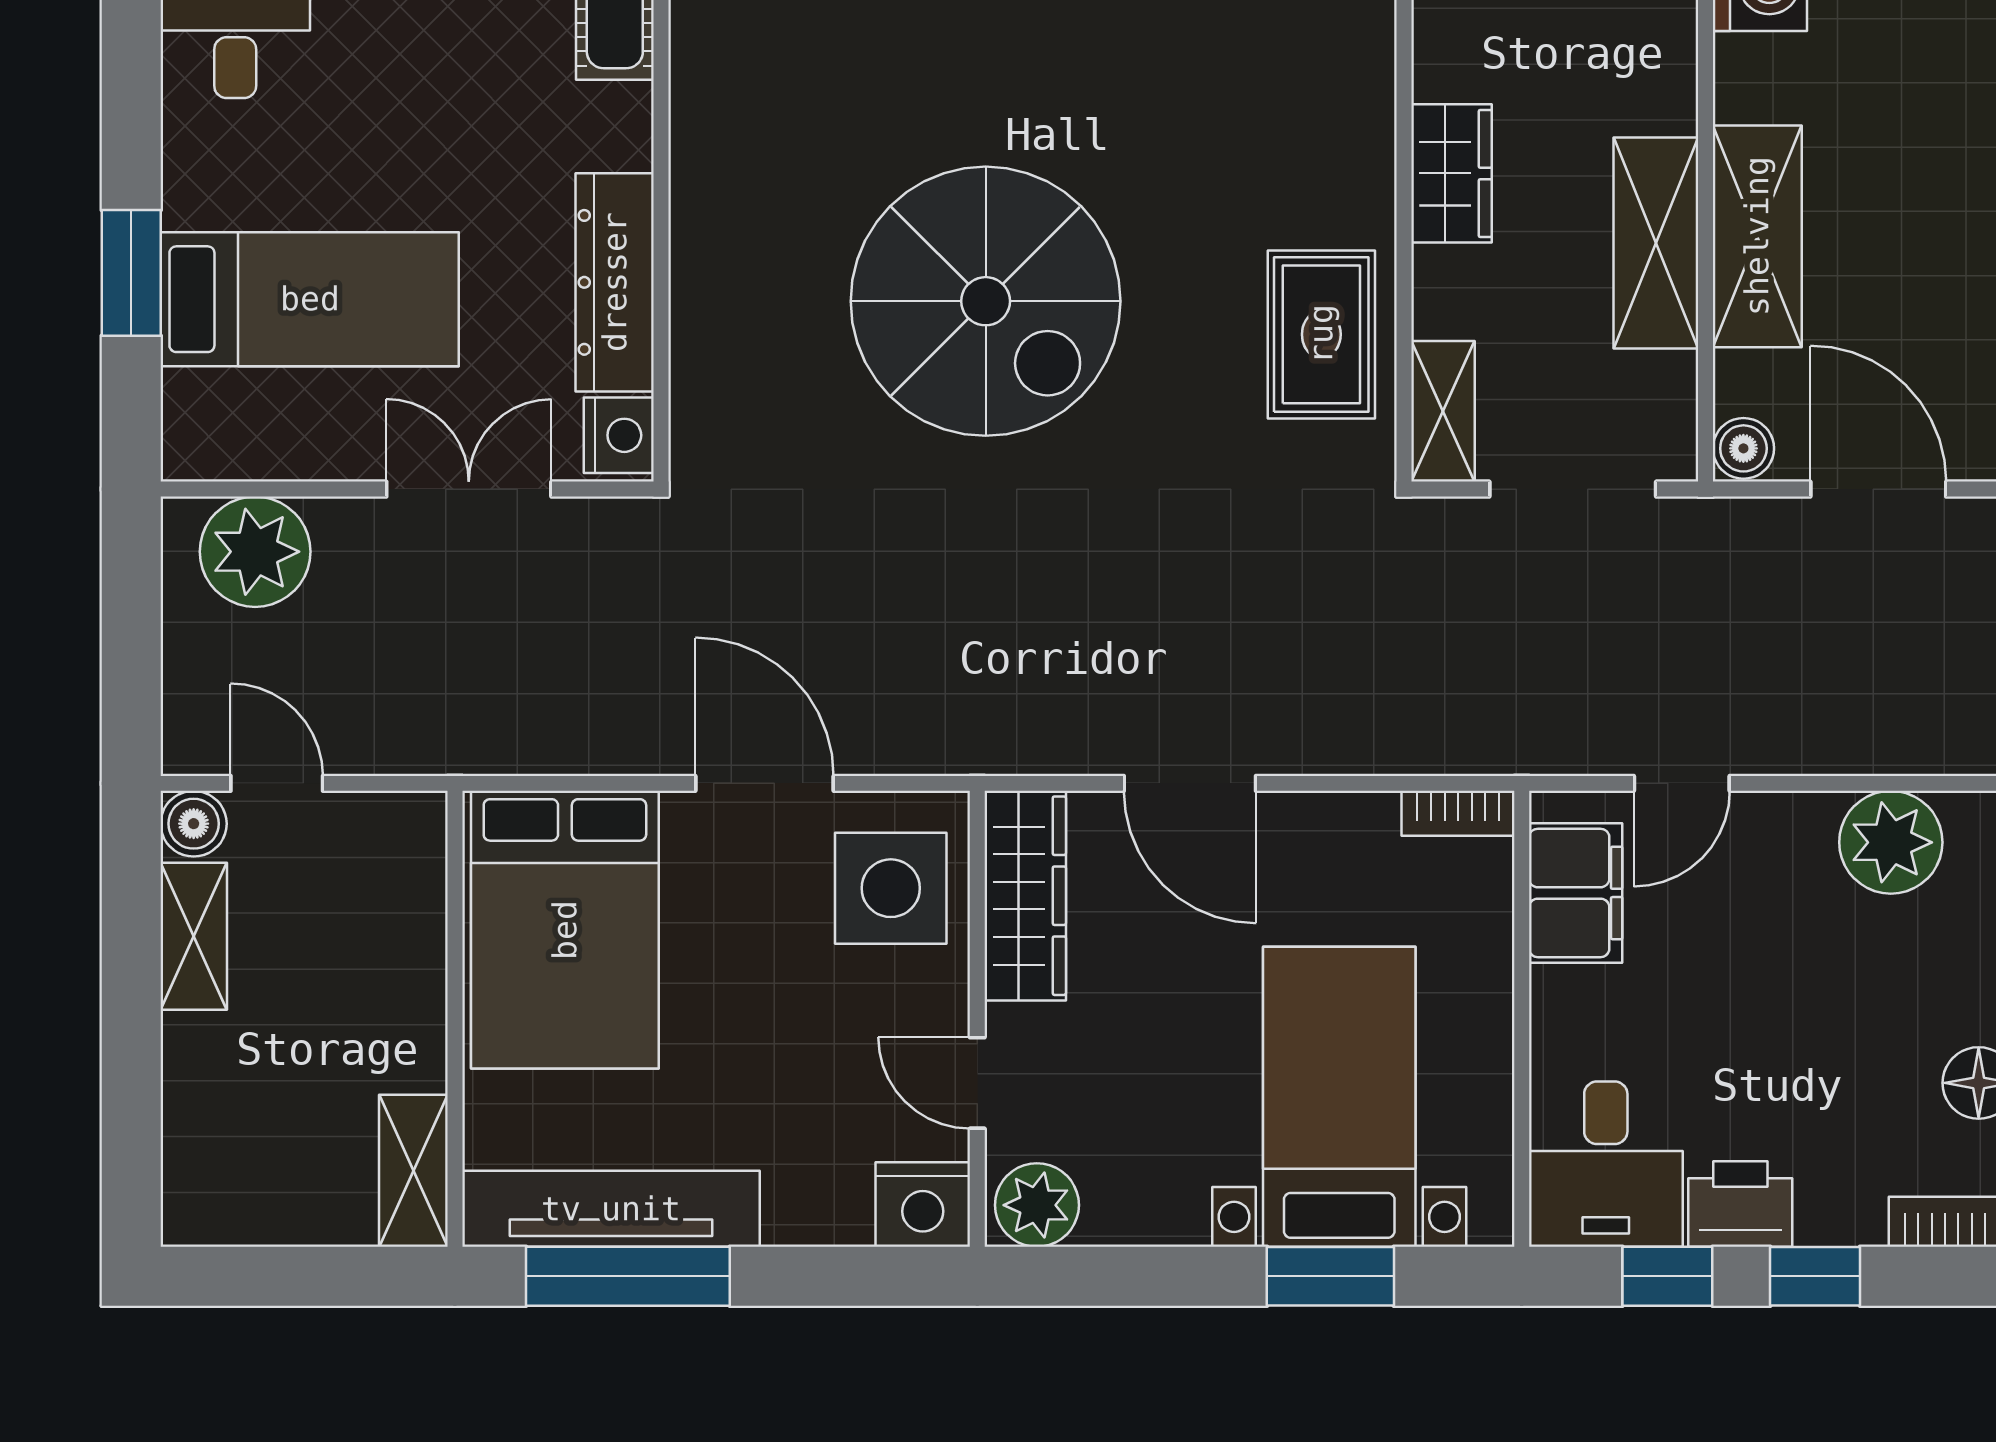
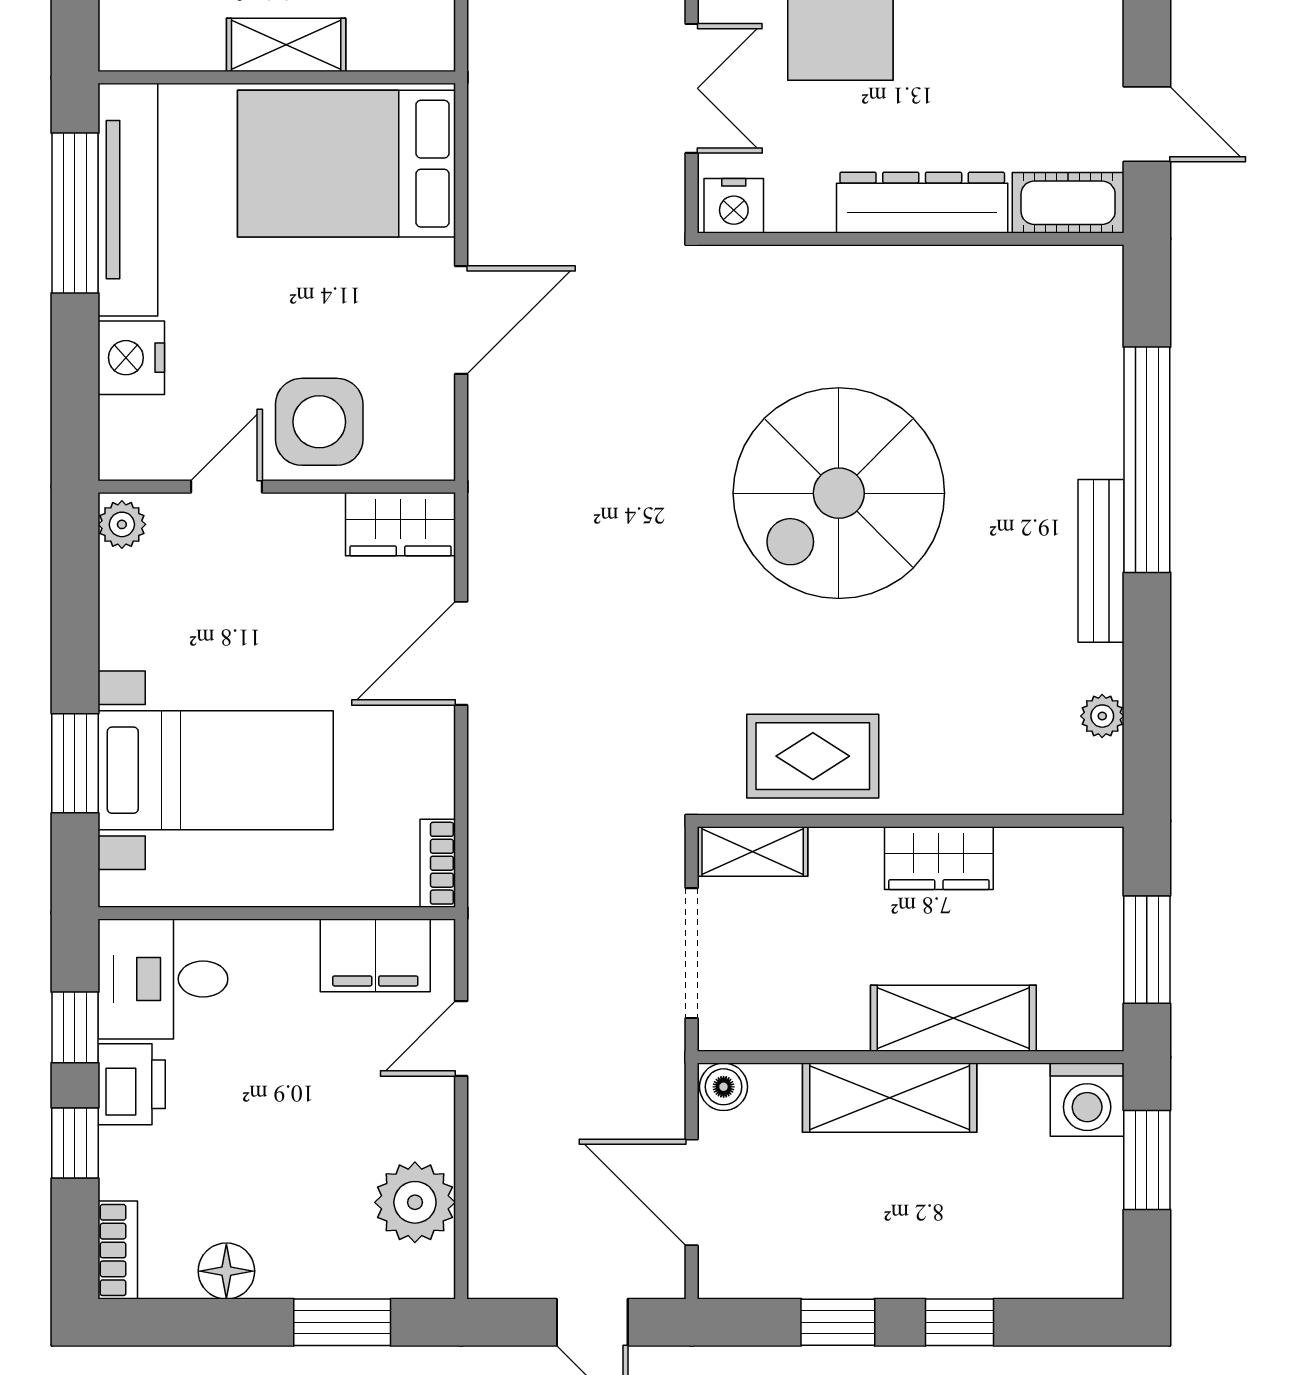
shelving: (1656, 243) -> (953, 1018), moved
dresser: (615, 282) -> (922, 203), moved
door: (1878, 489) -> (692, 1192), swing flipped
door: (1682, 783) -> (461, 1038), hinge flipped
side table: (891, 888) -> (319, 422), moved
wardrobe: (1025, 896) -> (401, 524), width x0.67
shelving: (413, 1171) -> (286, 45), moved
nightstand: (923, 1205) -> (131, 358), moved
plant: (1037, 1205) -> (122, 524), width x0.73, depth x0.73

